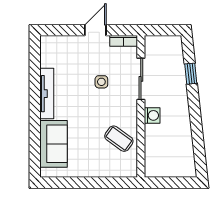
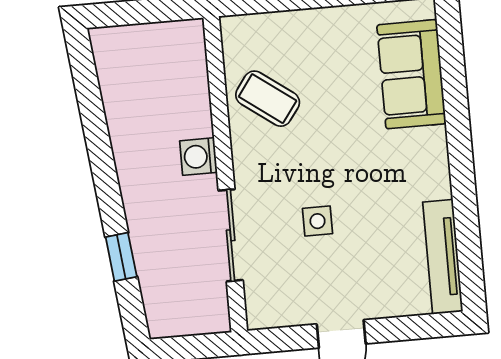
bookcase: (124, 41) -> (276, 316), removed
tv unit: (47, 94) -> (443, 257), moved

